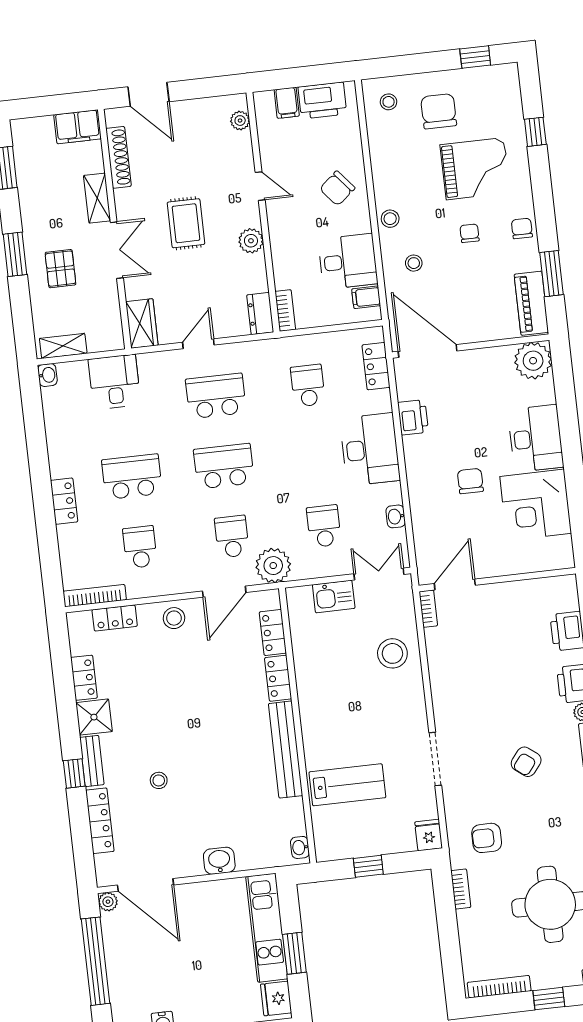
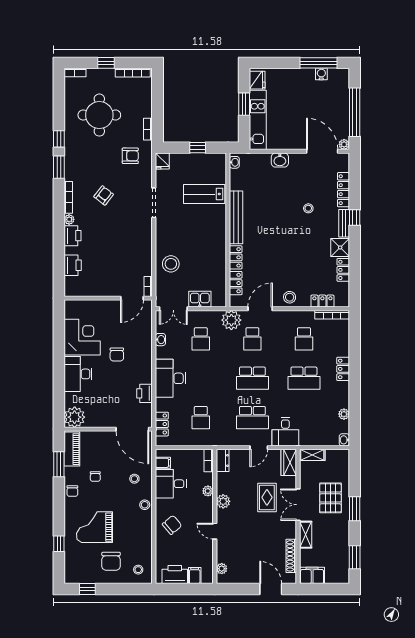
rug: (186, 223) -> (267, 497), moved
chair: (469, 233) -> (95, 477), moved
plant: (280, 256) -> (208, 491), added
pallet: (60, 269) -> (330, 498), width x1.50, depth x1.42
shelving: (63, 346) -> (312, 455), moved
desk: (115, 382) -> (285, 432), moved
plant: (53, 421) -> (344, 414), added

